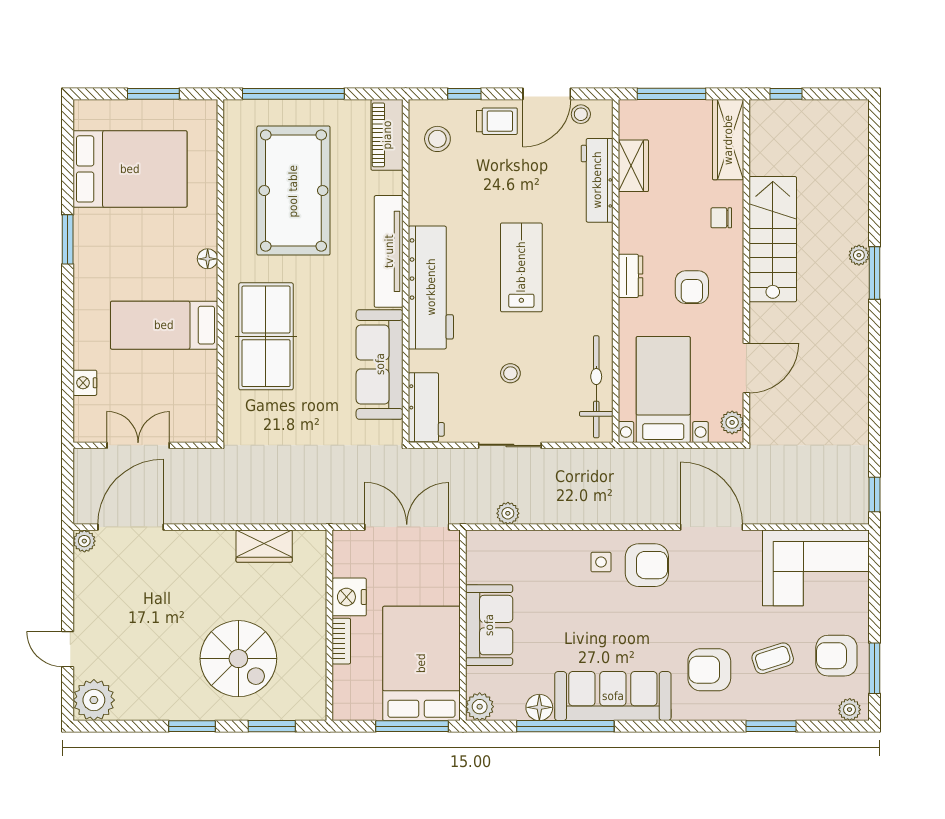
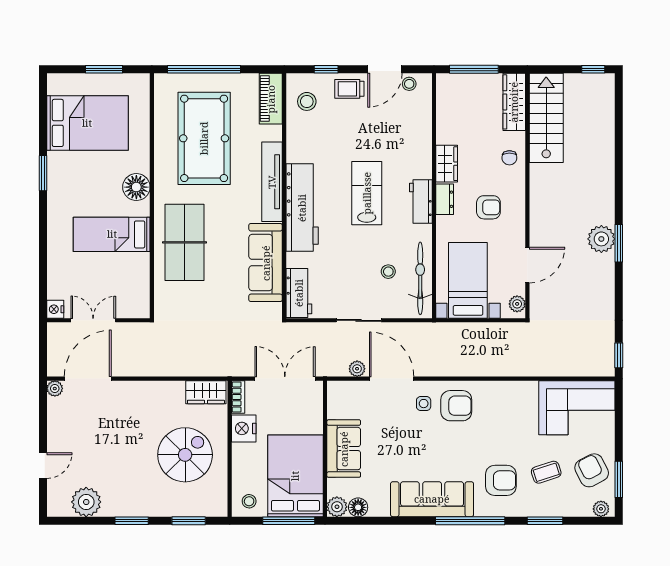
window: (786, 94) -> (593, 69), moved
trolley: (497, 121) -> (349, 89), turned 180
wardrobe: (633, 166) -> (447, 164), moved
workbench: (597, 180) -> (421, 202), moved, width x0.73
chair: (721, 218) -> (509, 158), turned -90
stairs: (773, 239) -> (546, 118), moved
plant: (859, 255) -> (601, 239), moved, width x1.87, depth x1.87
floor lamp: (208, 259) -> (136, 187), width x1.89, depth x1.89
window: (875, 273) -> (619, 243), moved
armchair: (692, 287) -> (488, 207), turned -90
stool: (510, 373) -> (388, 272), moved
nightstand: (85, 383) -> (55, 309), moved
door: (712, 527) -> (392, 379), moved
wardrobe: (264, 546) -> (206, 392), moved
bookcase: (341, 641) -> (238, 397), moved
door: (68, 649) -> (43, 466), swing flipped
armchair: (836, 656) -> (592, 470), turned 63
spiral stairs: (238, 659) -> (185, 455), moved, turned -90
armchair: (709, 670) -> (501, 480), turned 180
stool: (357, 699) -> (249, 501), added
plant: (94, 700) -> (86, 502), moved
floor lamp: (539, 707) -> (358, 507), moved
window: (565, 726) -> (470, 521), moved

